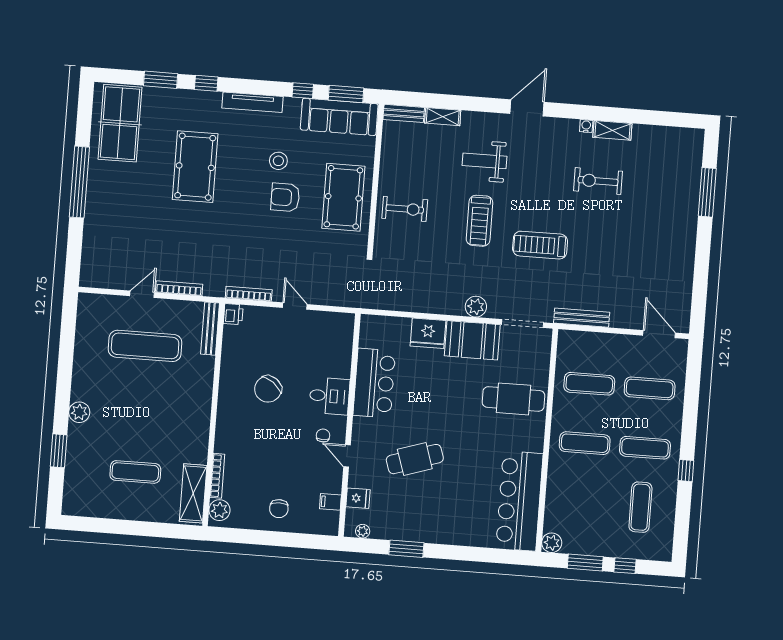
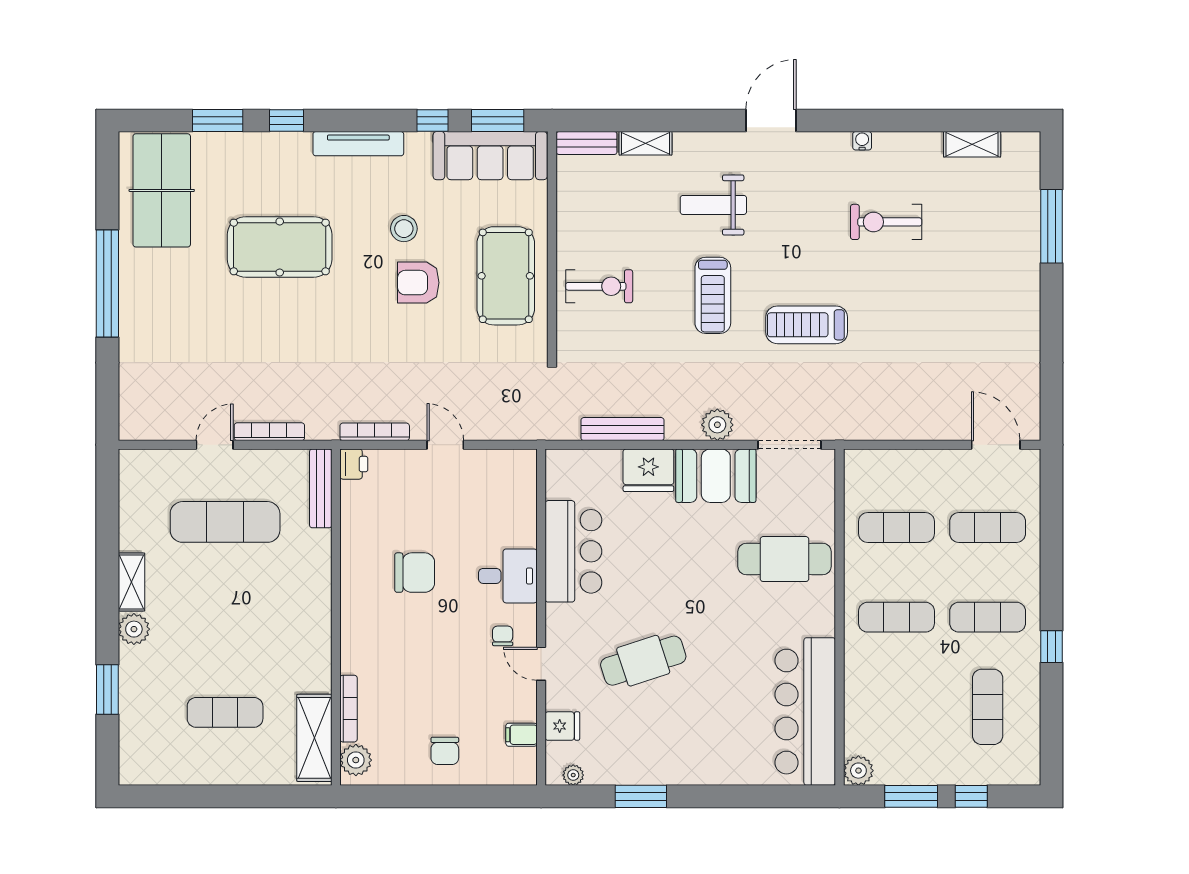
shelving: (612, 130) -> (972, 144), moved
pool table: (195, 167) -> (280, 247), turned 90
bench: (582, 318) -> (622, 429), moved
shelving: (80, 381) -> (131, 582), added
chair: (268, 389) -> (415, 573), turned -127

